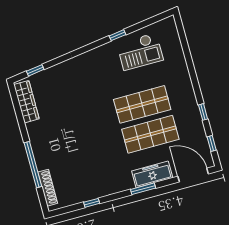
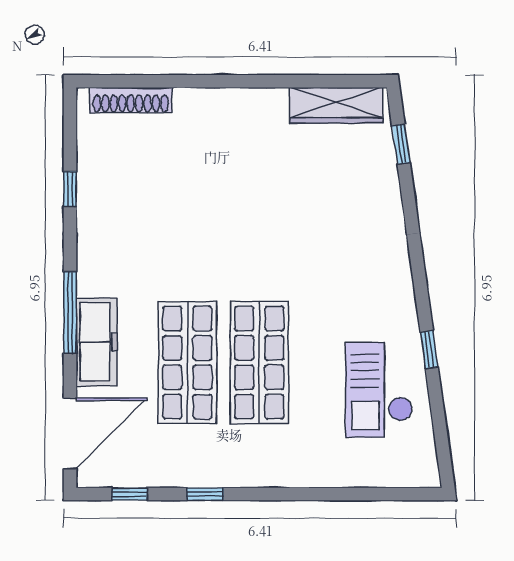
window: (33, 165) -> (191, 81), removed
window: (143, 189) -> (70, 313), width x1.44

